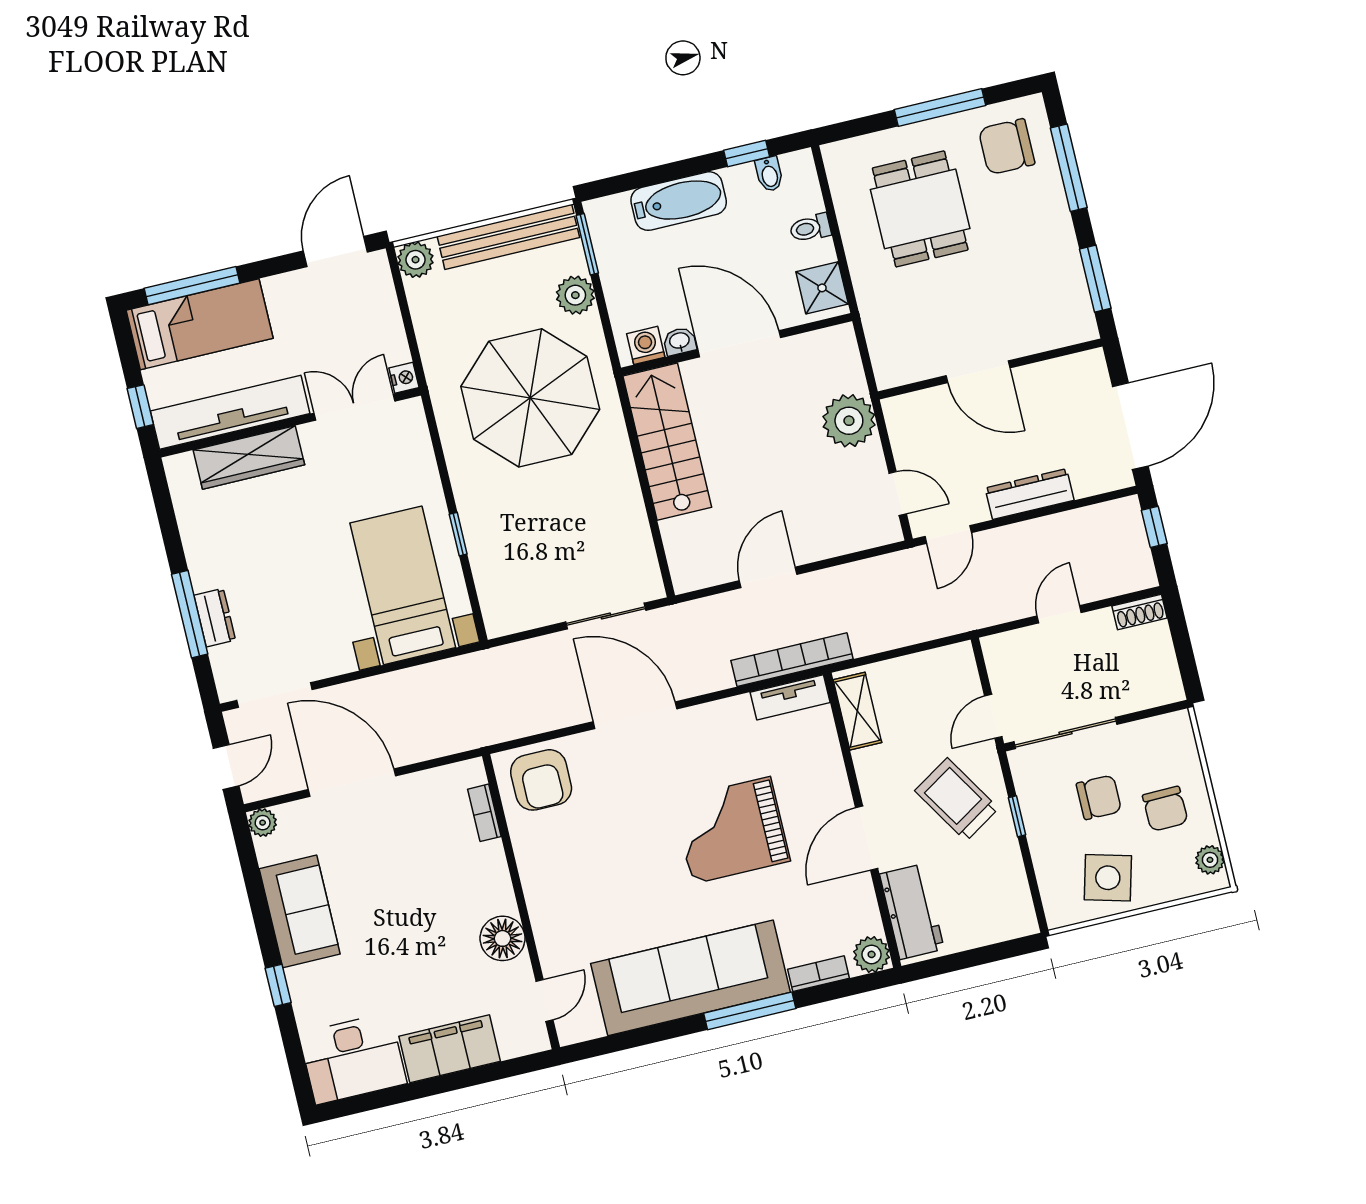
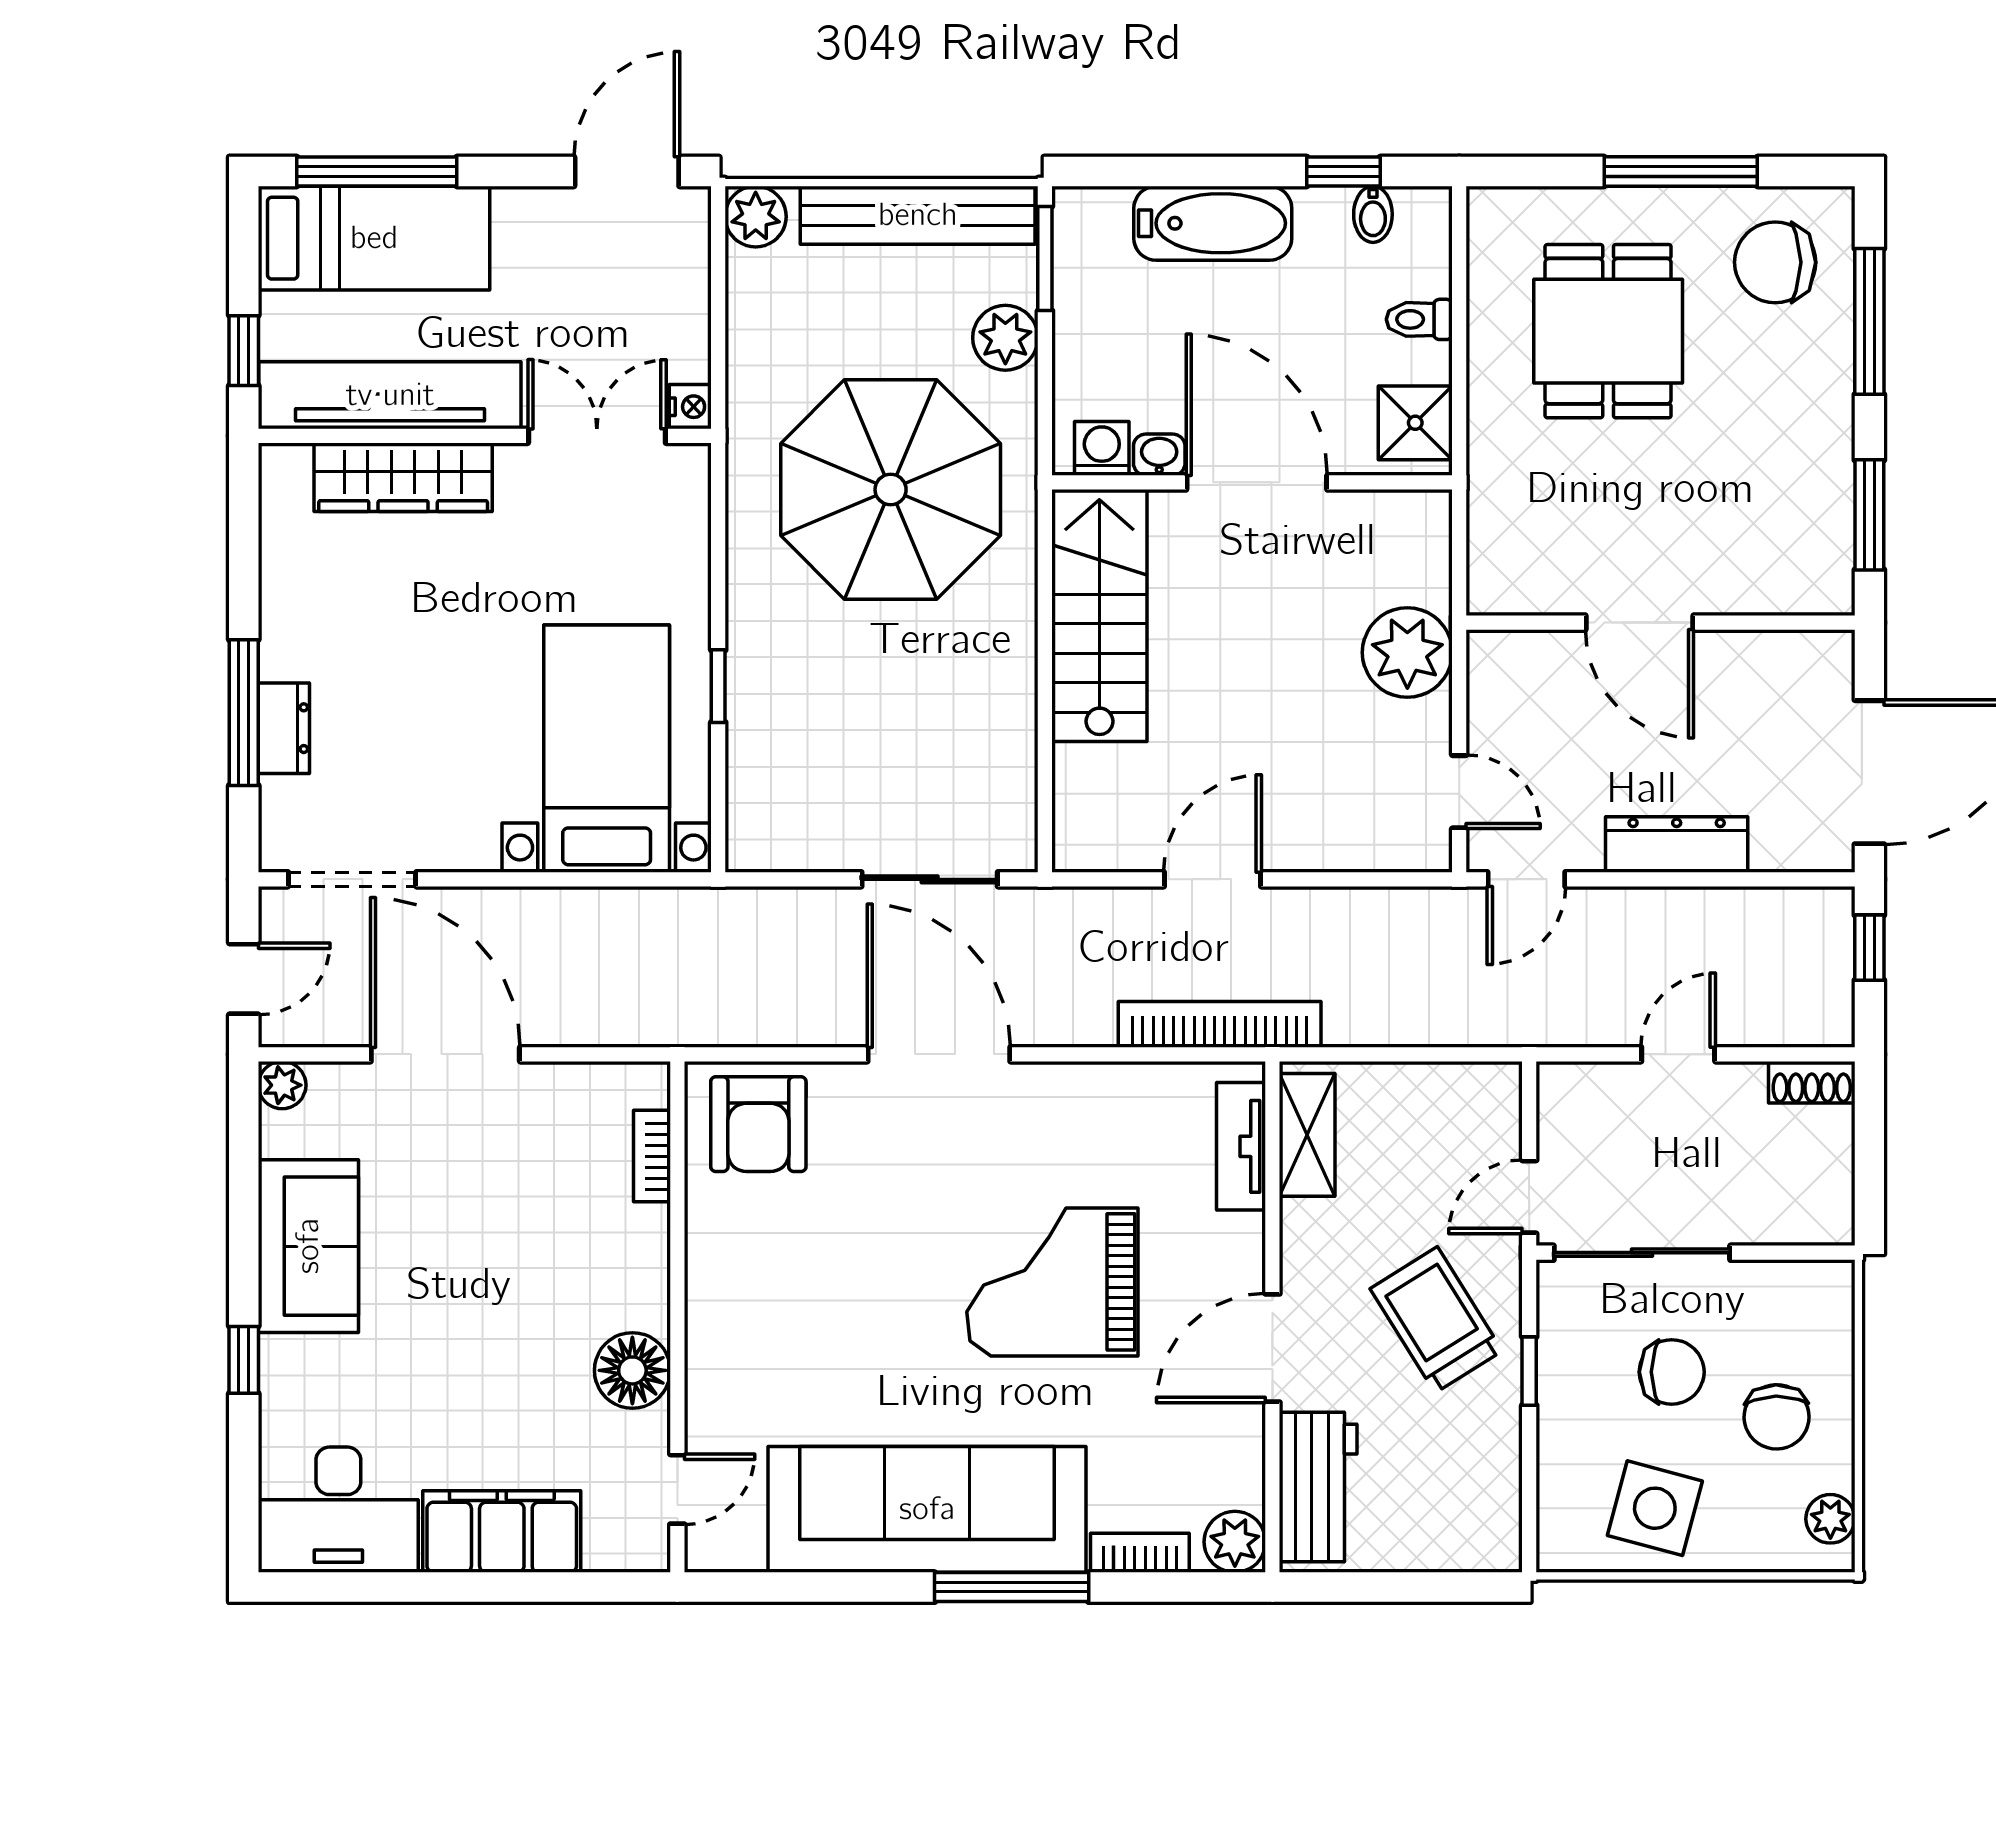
tv unit: (790, 697) -> (1241, 1146), moved, turned 90

